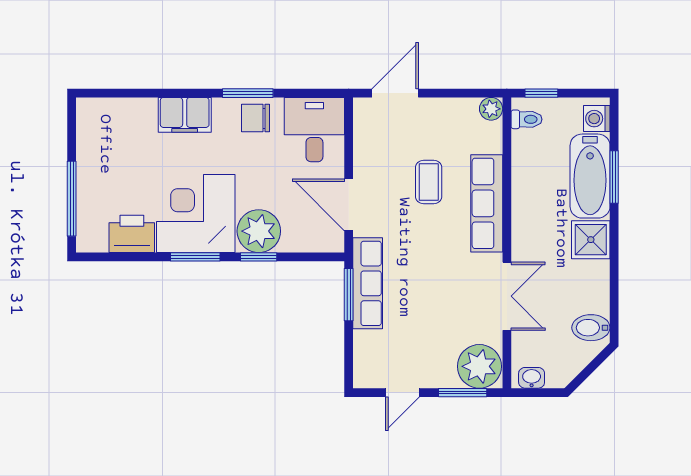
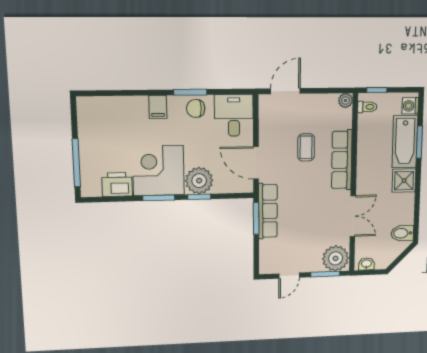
filing cabinet: (185, 115) -> (158, 107), width x0.50

